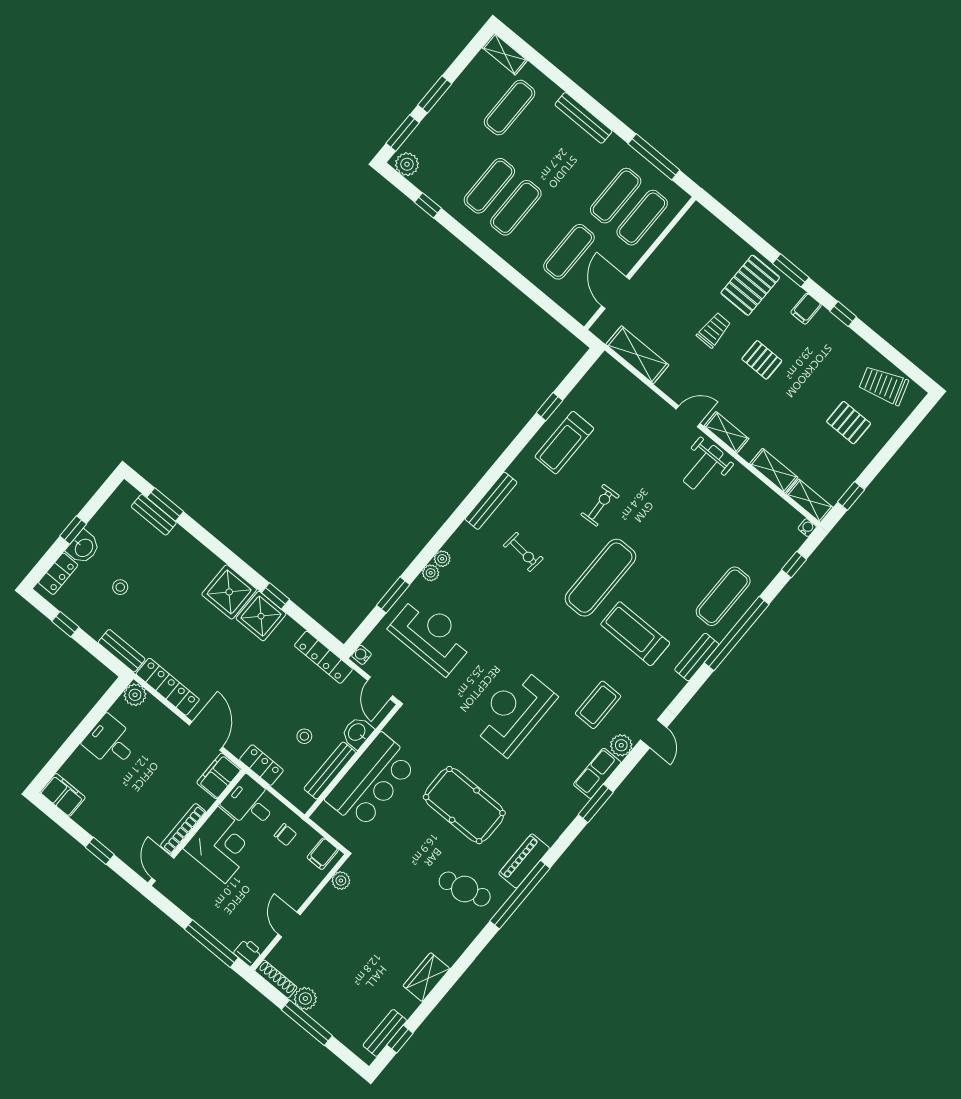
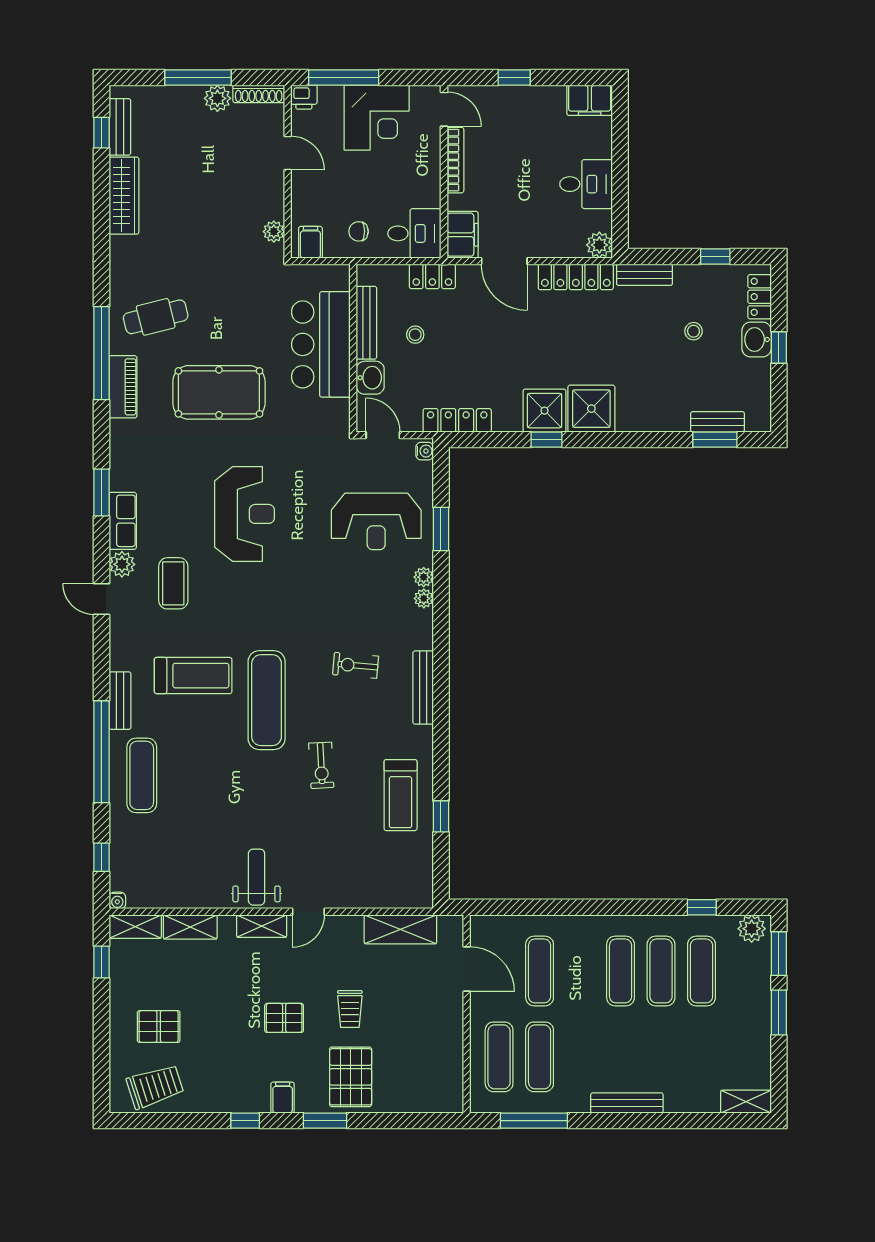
exercise mat: (510, 108) -> (702, 971), moved
treadmill: (564, 443) -> (401, 795), turned 180
corner desk: (222, 845) -> (377, 118), moved, turned -90
wardrobe: (427, 977) -> (124, 196), width x1.50

